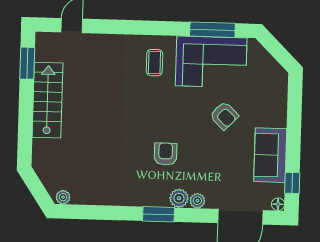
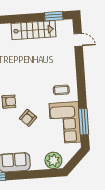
plant: (273, 88) -> (53, 160), added
armchair: (224, 116) -> (28, 118), moved

